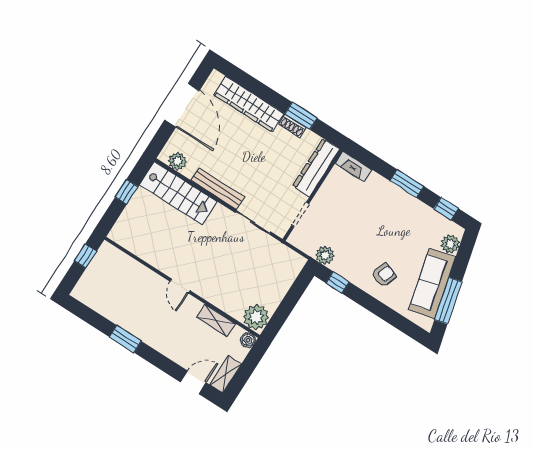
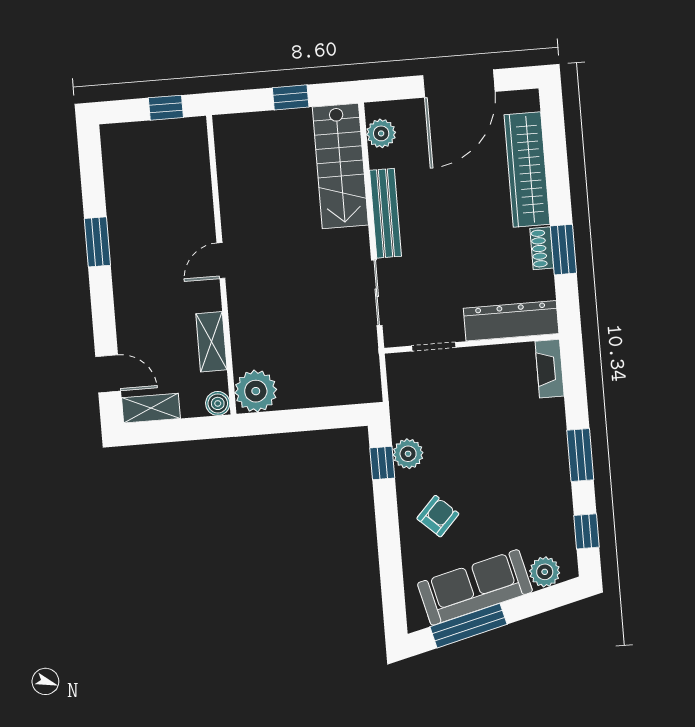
plant: (325, 255) -> (408, 454), moved
armchair: (384, 275) -> (438, 516), turned -66

